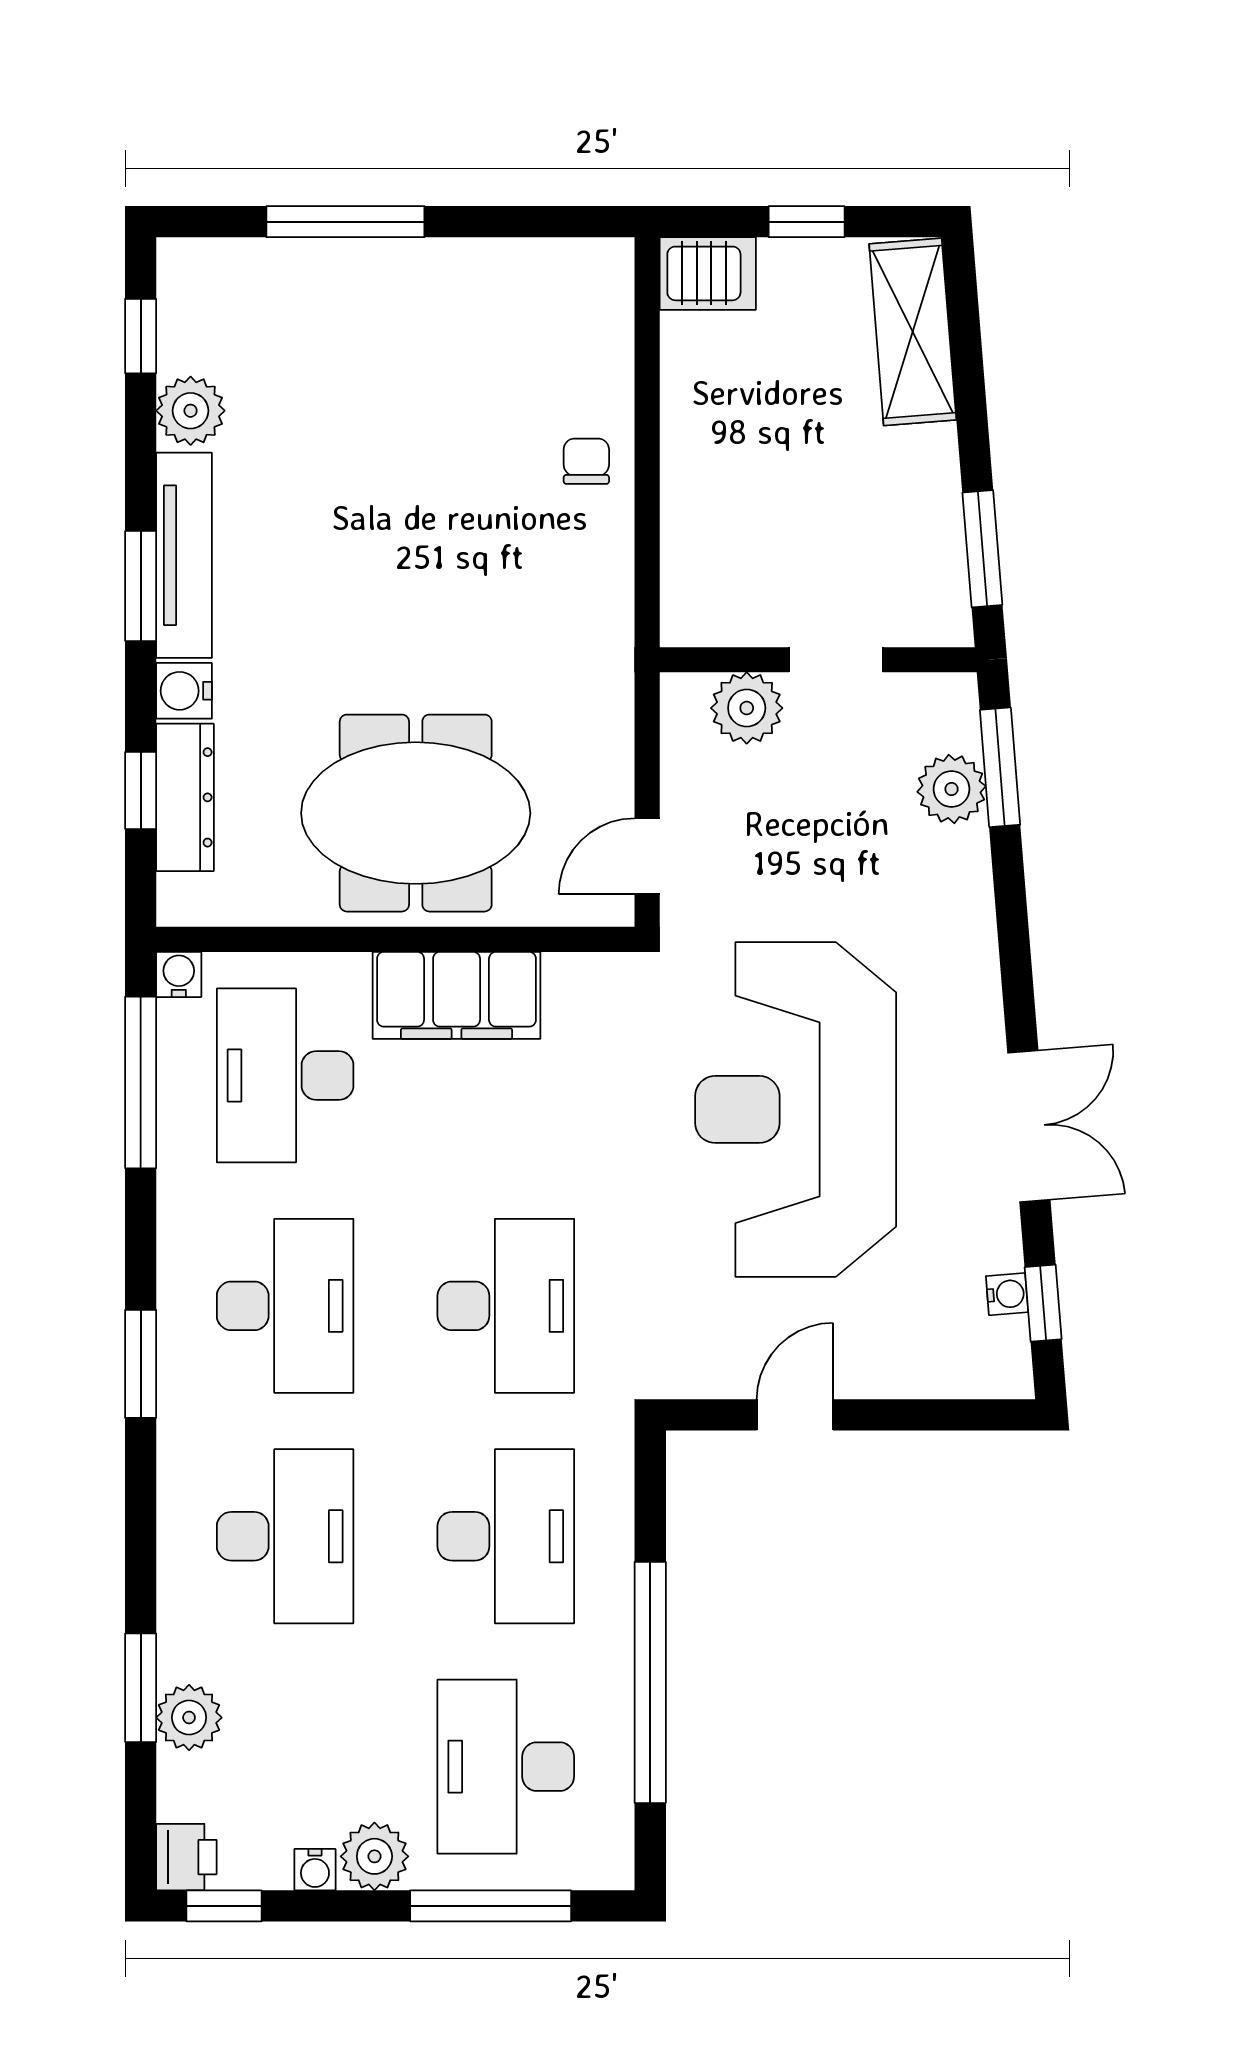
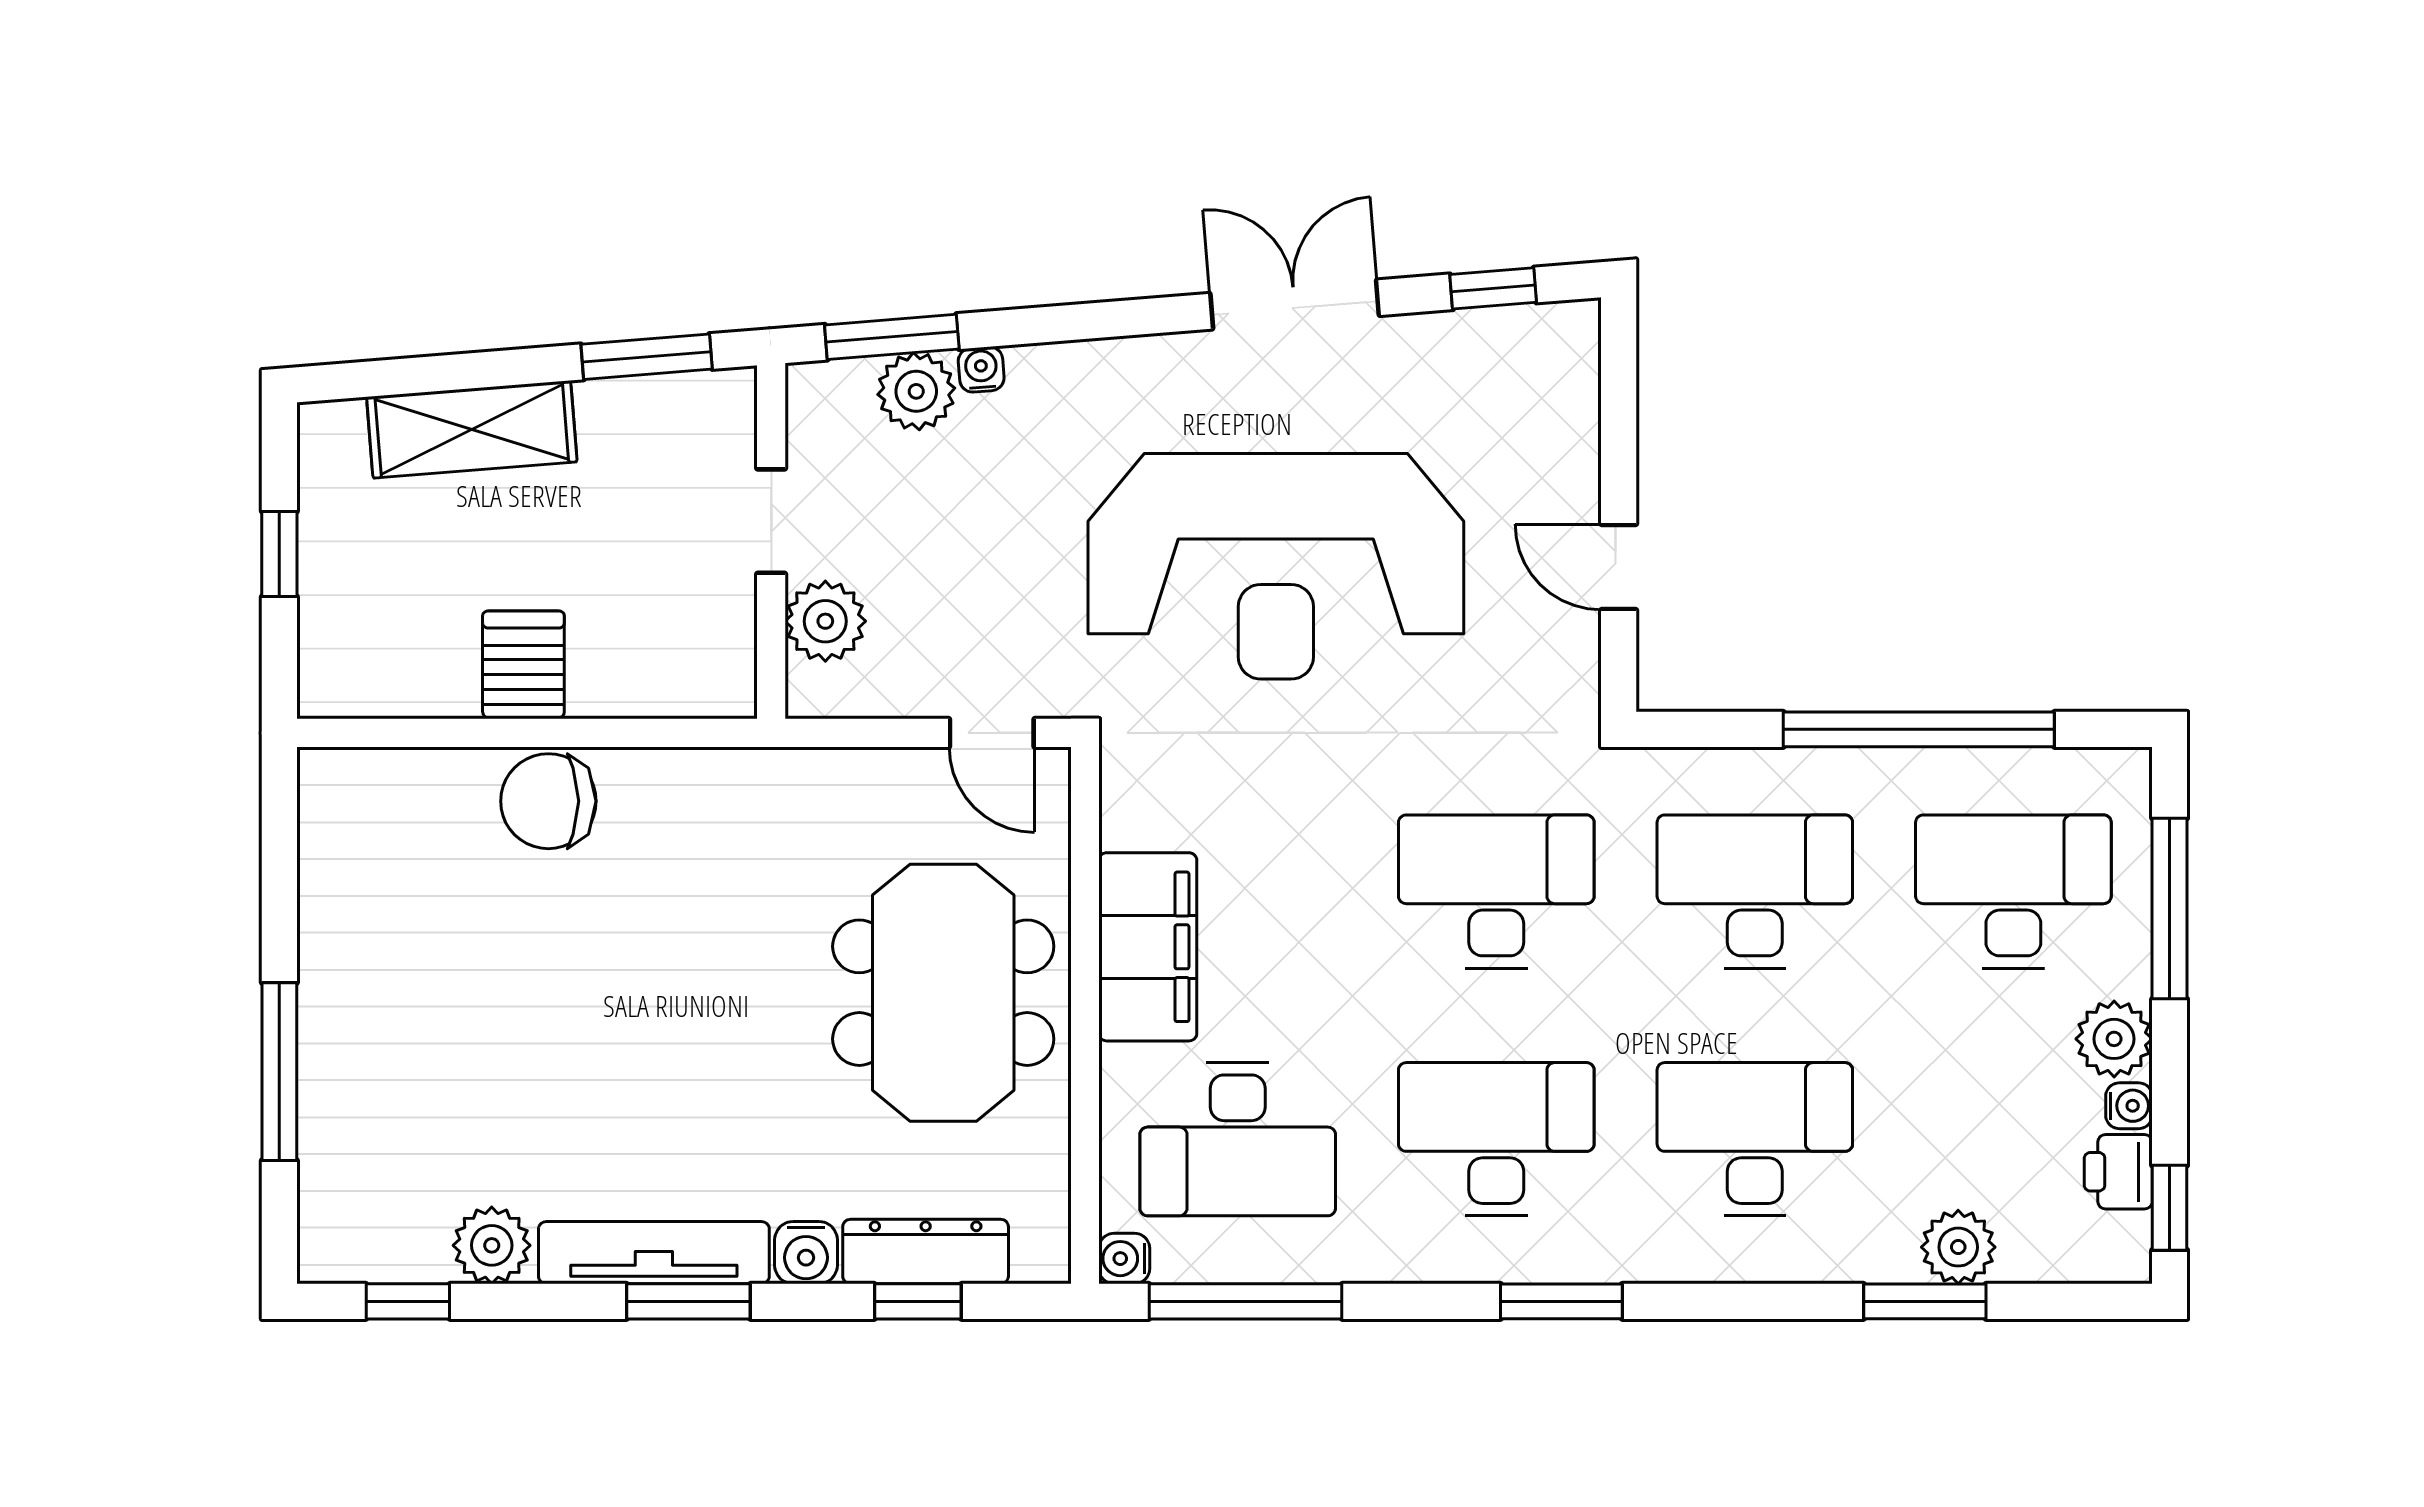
server rack: (708, 273) -> (523, 665), moved
shelving: (913, 332) -> (472, 429), moved
chair: (586, 461) -> (548, 801), width x1.87, depth x1.87
water cooler: (1007, 1294) -> (981, 369), moved
desk: (506, 1767) -> (2013, 892), turned 180
printer: (186, 1857) -> (2118, 1172), moved, turned -90

